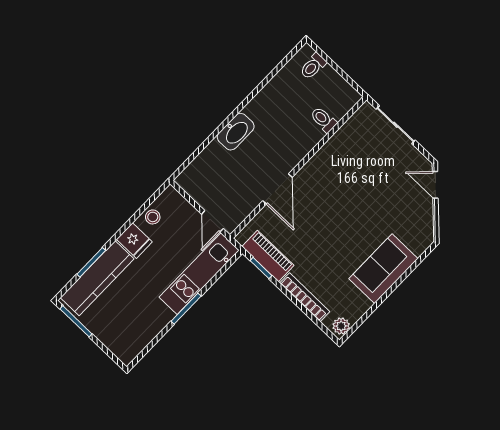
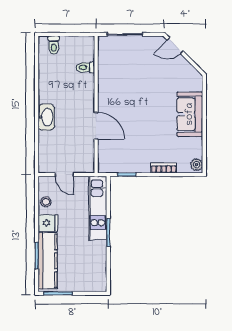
door: (212, 221) -> (64, 175), moved
piano: (268, 256) -> (124, 165), removed
bookcase: (305, 297) -> (164, 168), width x0.64

